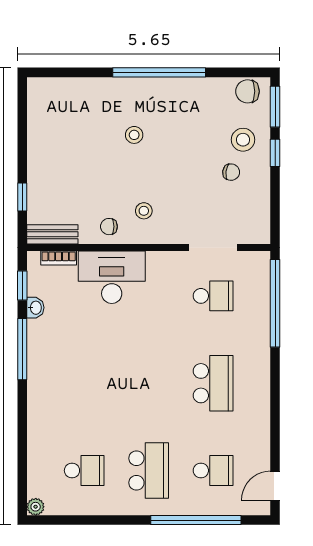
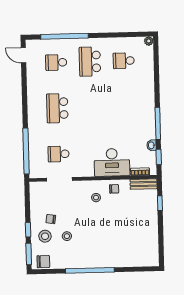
stool: (134, 135) -> (67, 236), moved
door: (275, 486) -> (23, 55), swing flipped

